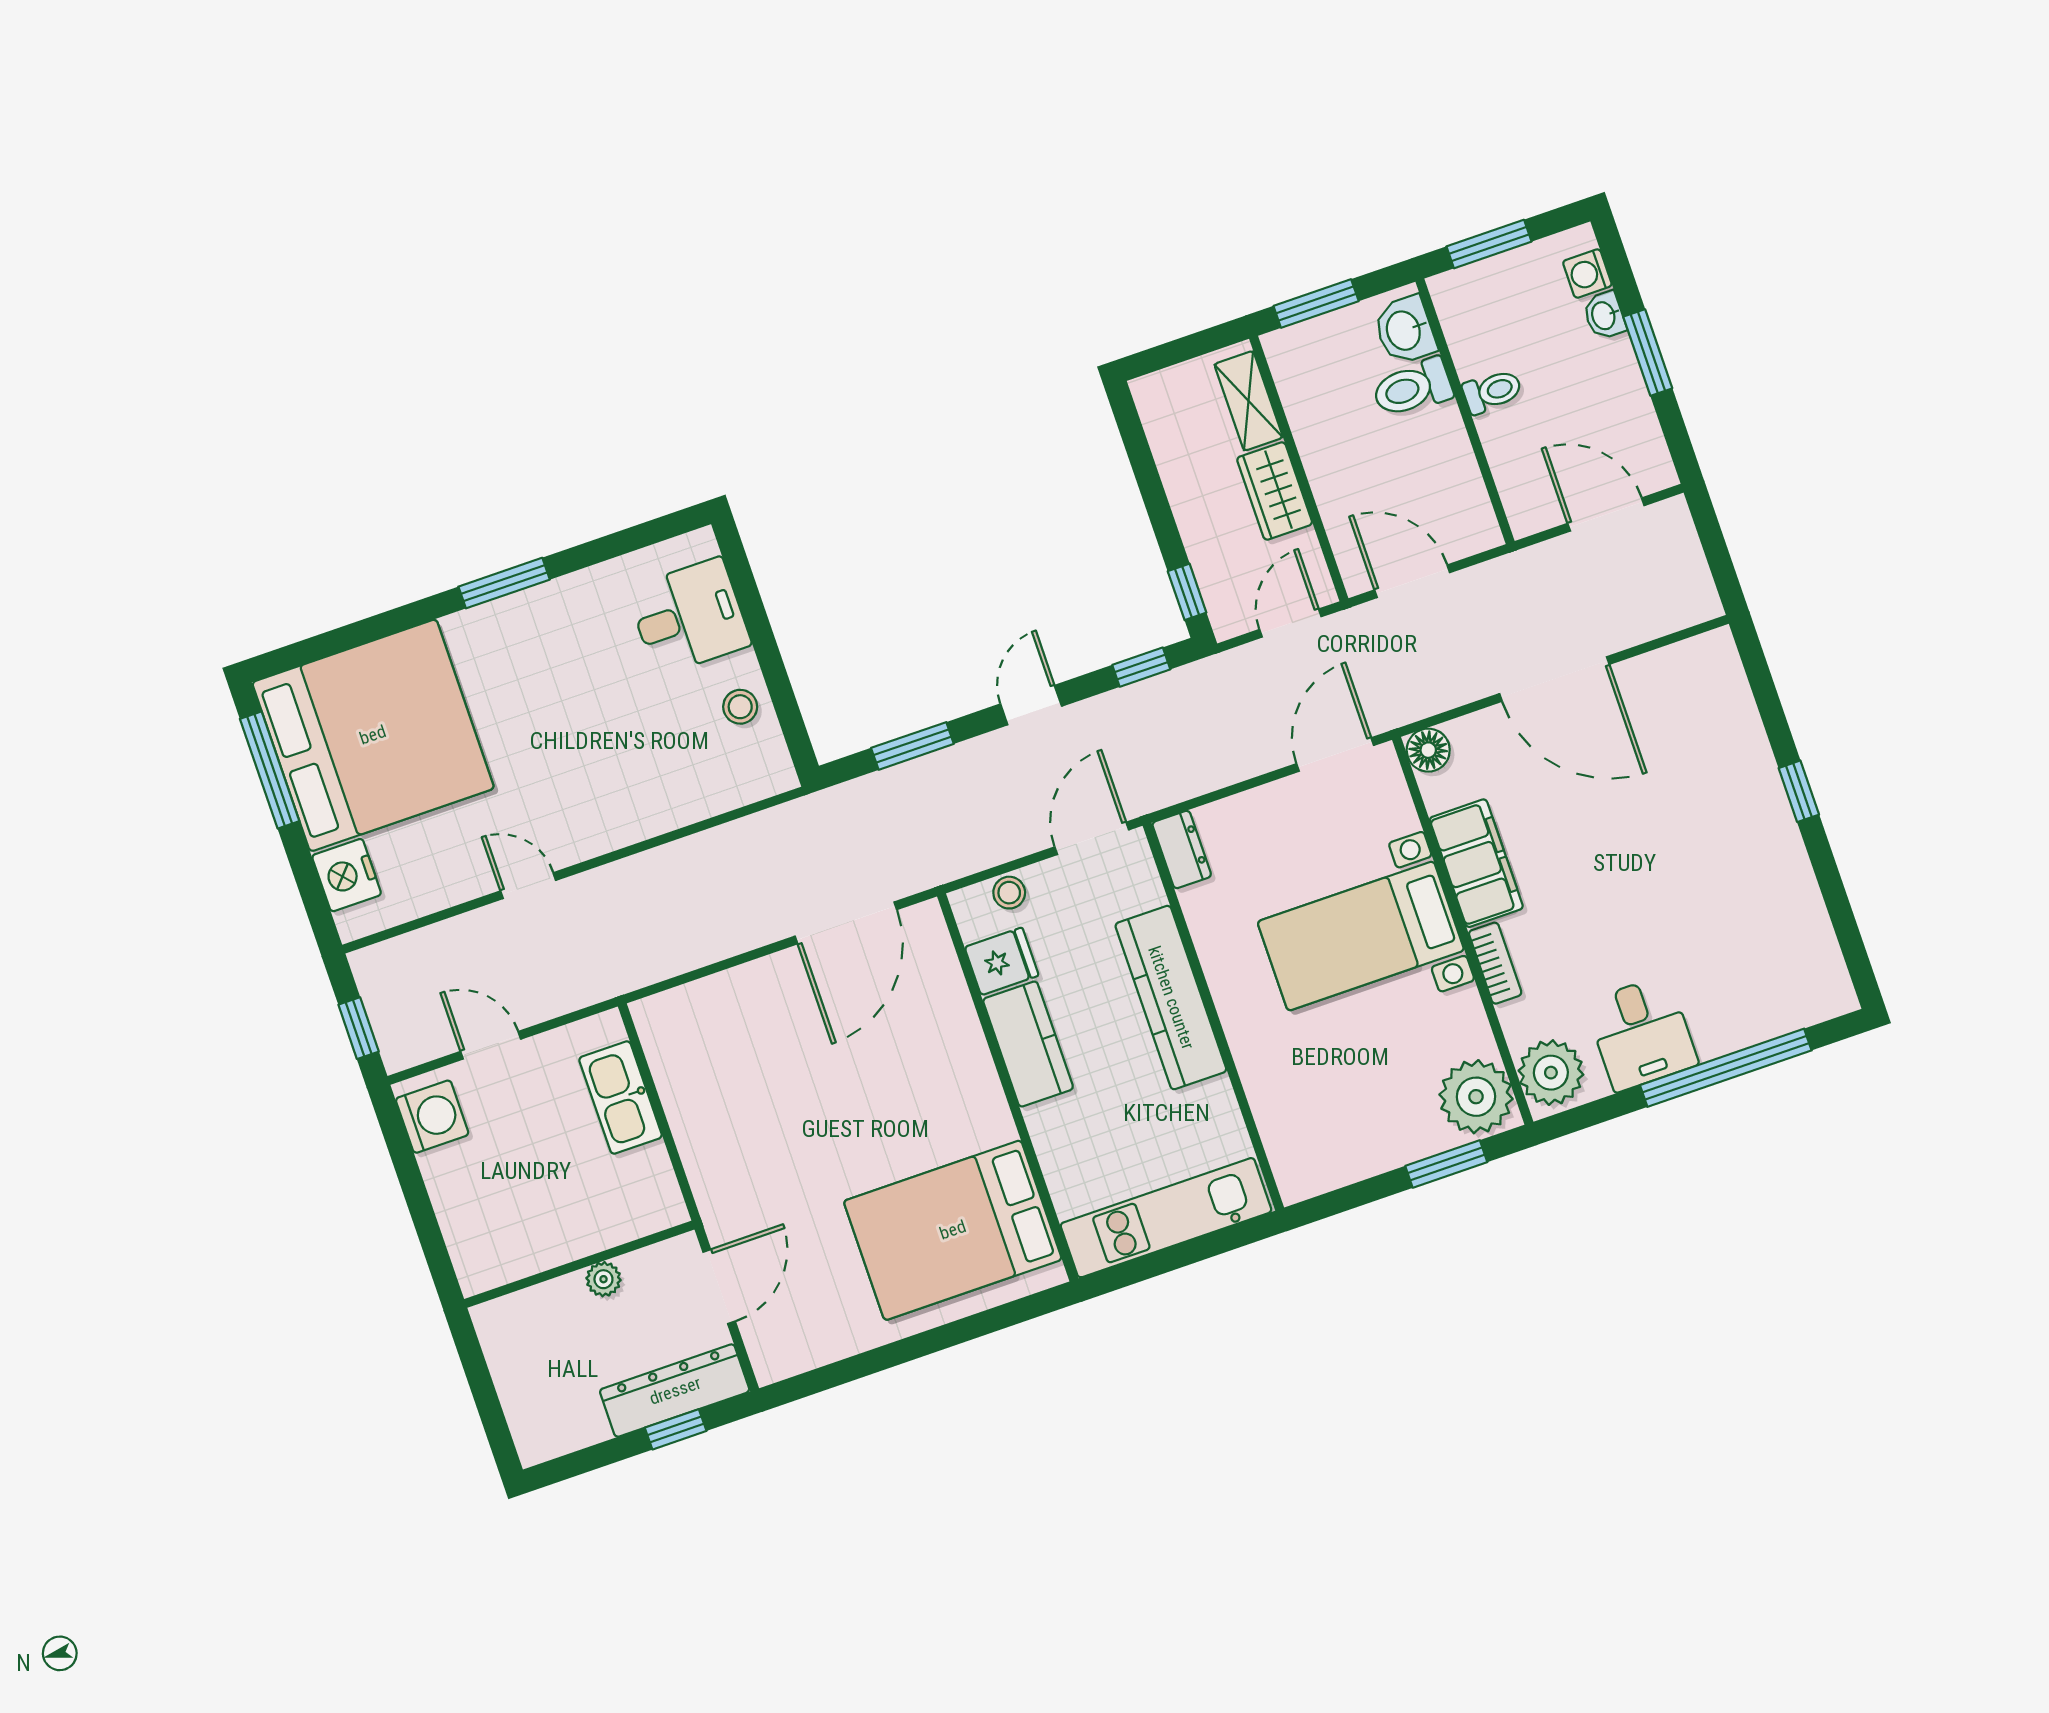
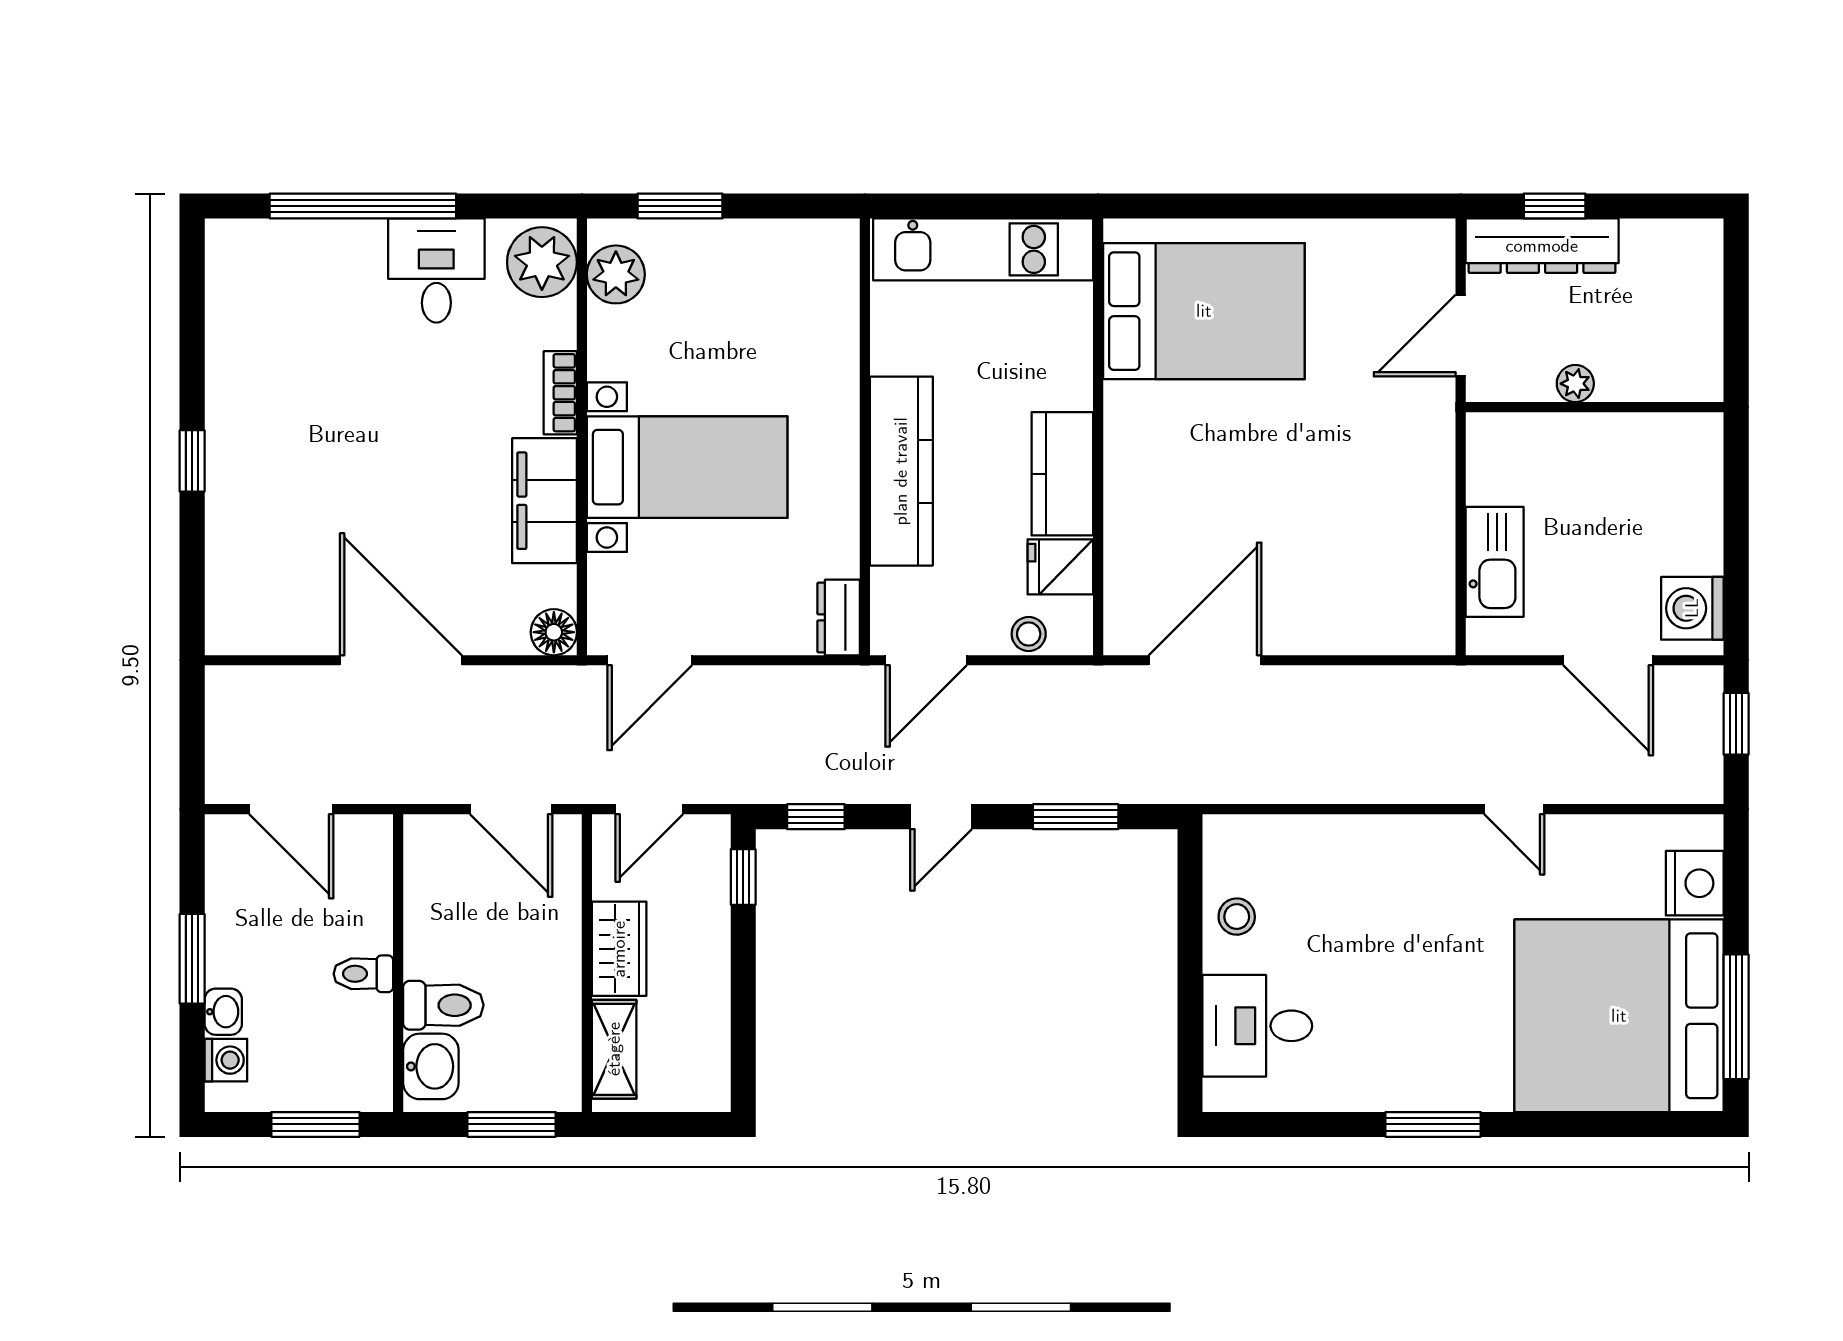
door: (491, 1045) -> (1608, 660), width x1.38
plant: (1476, 1097) -> (616, 274), width x0.73, depth x0.73

